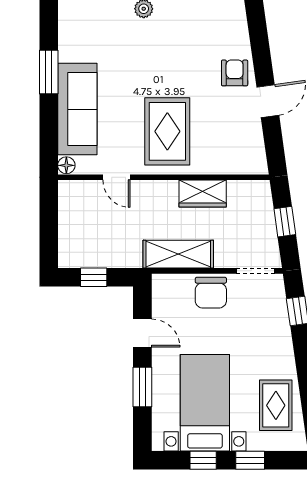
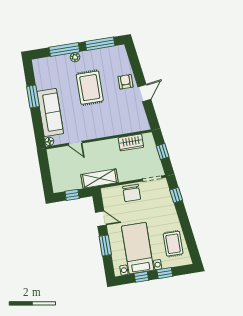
rug: (167, 131) -> (90, 88), moved
wardrobe: (203, 194) -> (131, 142), moved
shelving: (178, 254) -> (100, 179), moved

